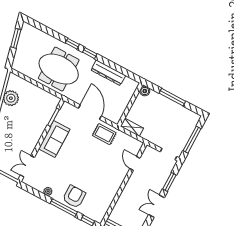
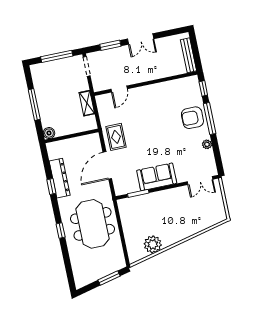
window: (16, 38) -> (109, 278), moved
window: (90, 53) -> (51, 187), moved
shelving: (132, 127) -> (87, 103), moved

